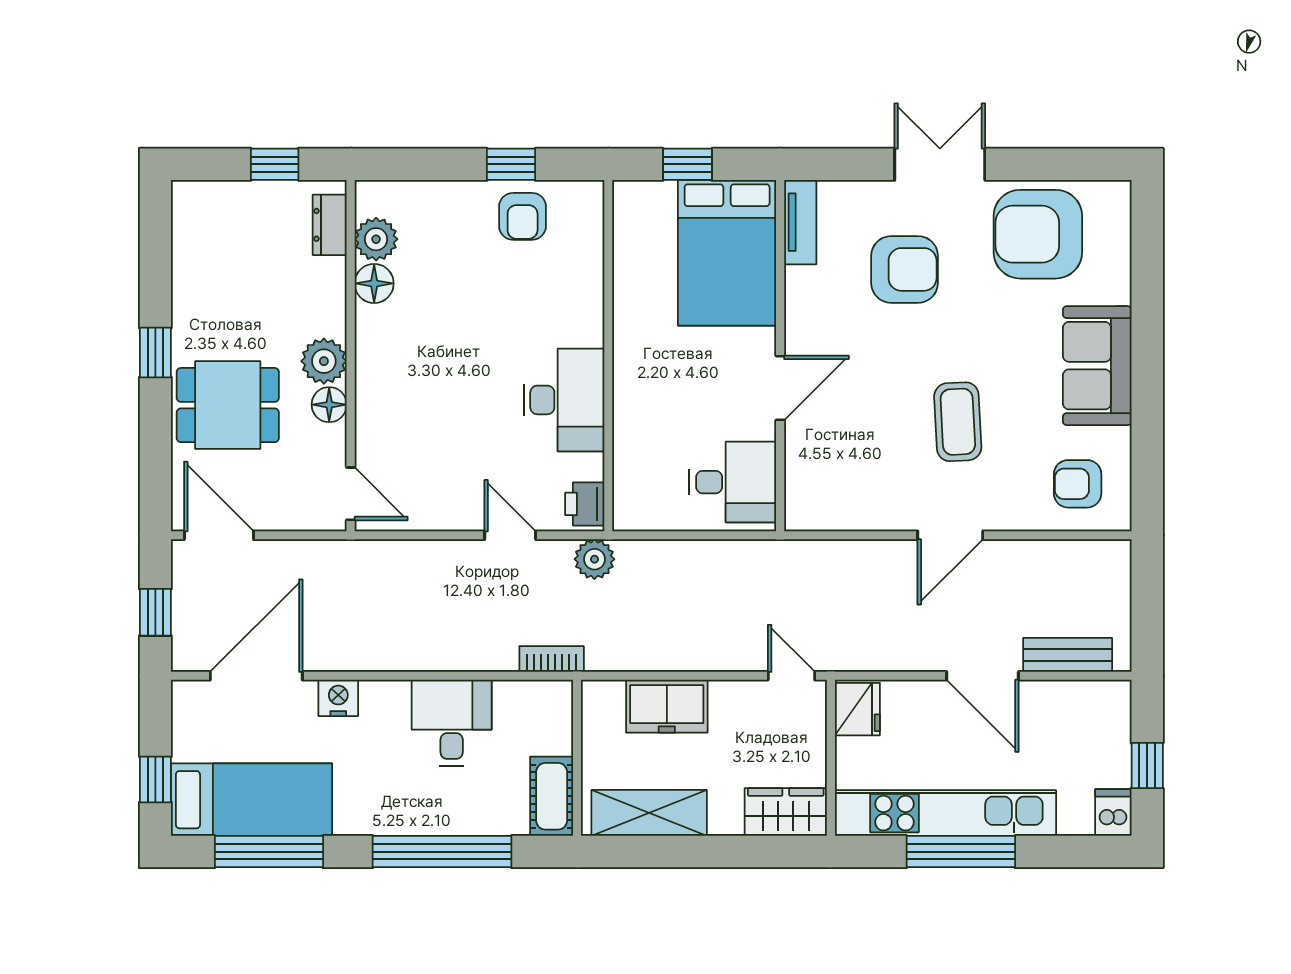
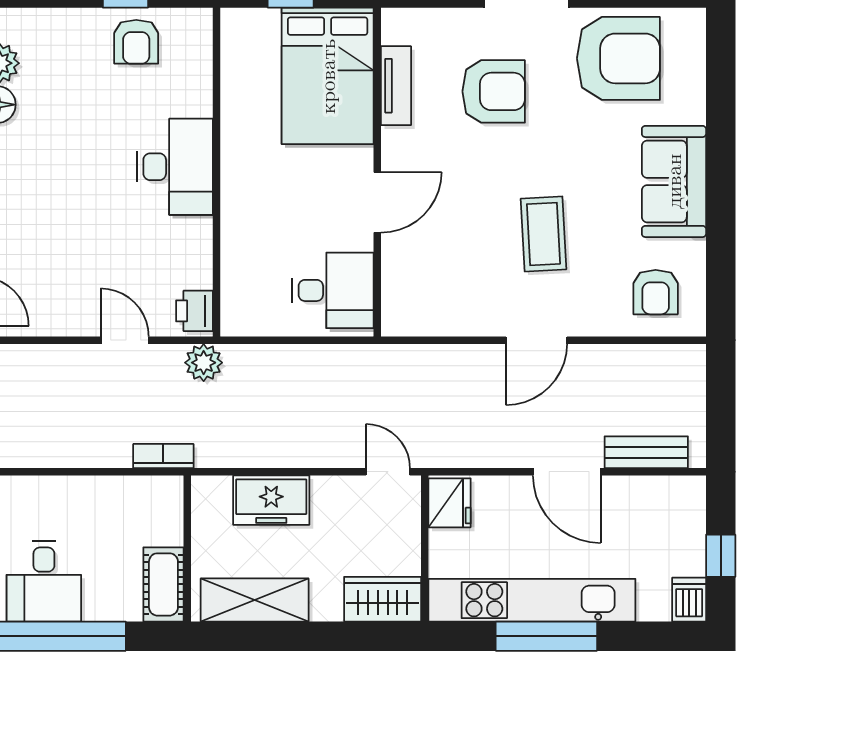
tv unit: (800, 222) -> (396, 86), moved
armchair: (1038, 234) -> (618, 58), turned 180
desk: (564, 400) -> (175, 167), moved
armchair: (1078, 484) -> (656, 292), turned -90
desk: (452, 723) -> (44, 581), moved, turned 180

